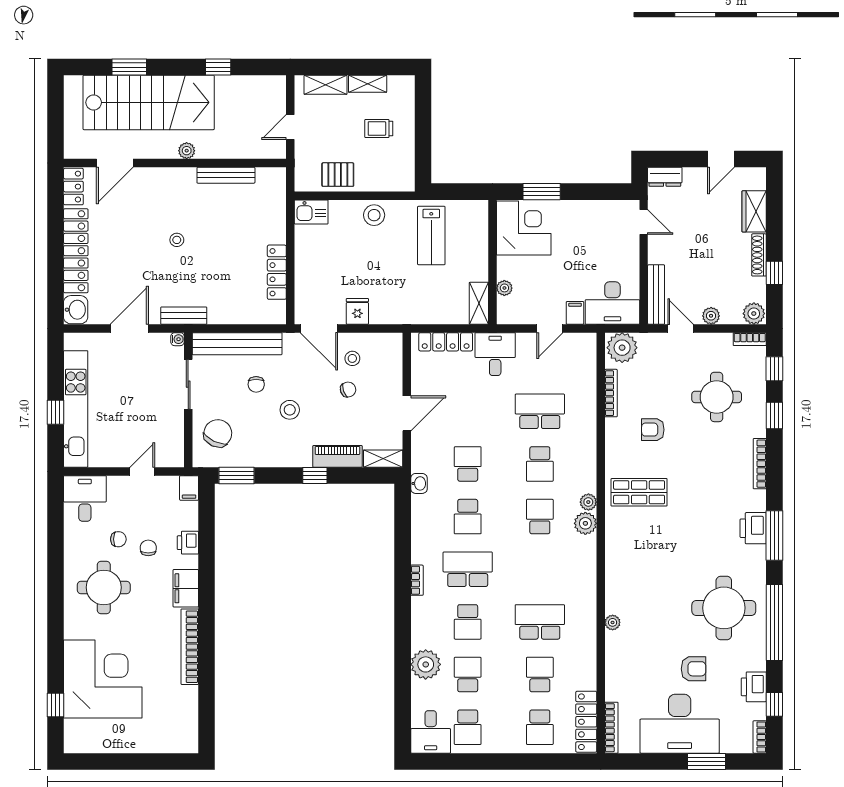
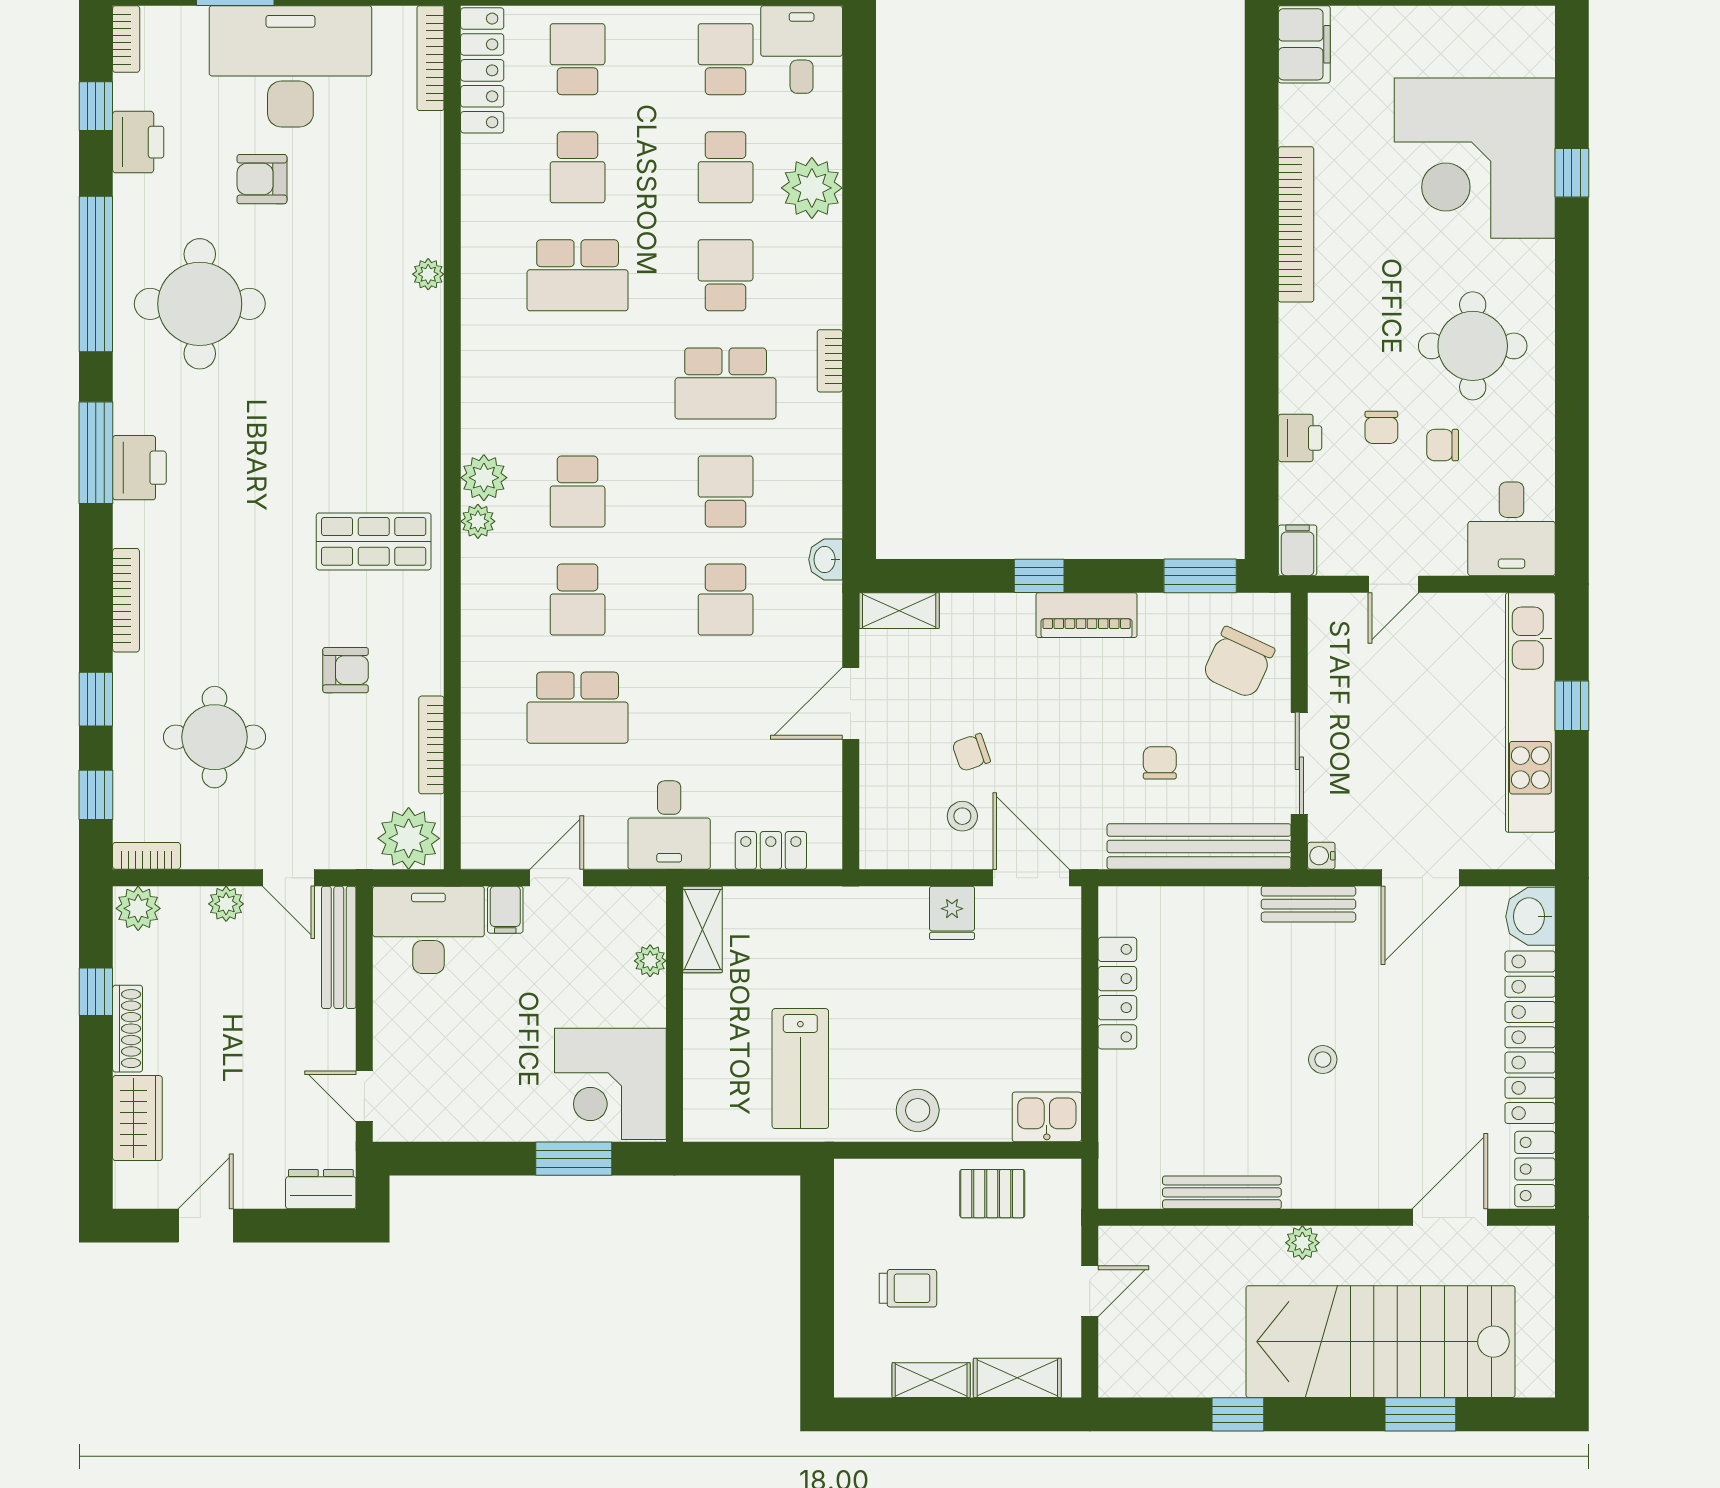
lab bench: (431, 235) -> (800, 1069), turned 180
locker: (446, 342) -> (771, 850), width x0.66
stool: (290, 410) -> (1091, 711), removed
piano: (337, 456) -> (1087, 615), moved
school desk: (540, 464) -> (578, 600), turned 180
filing cabinet: (186, 588) -> (1304, 44), moved
window: (55, 705) -> (1572, 173), moved

